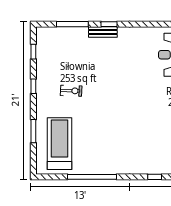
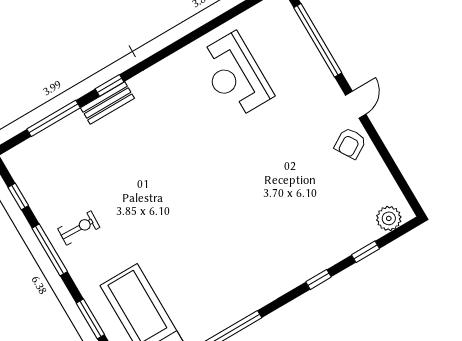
window: (33, 86) -> (50, 250), width x2.17
exercise bike: (71, 91) -> (79, 228), moved

